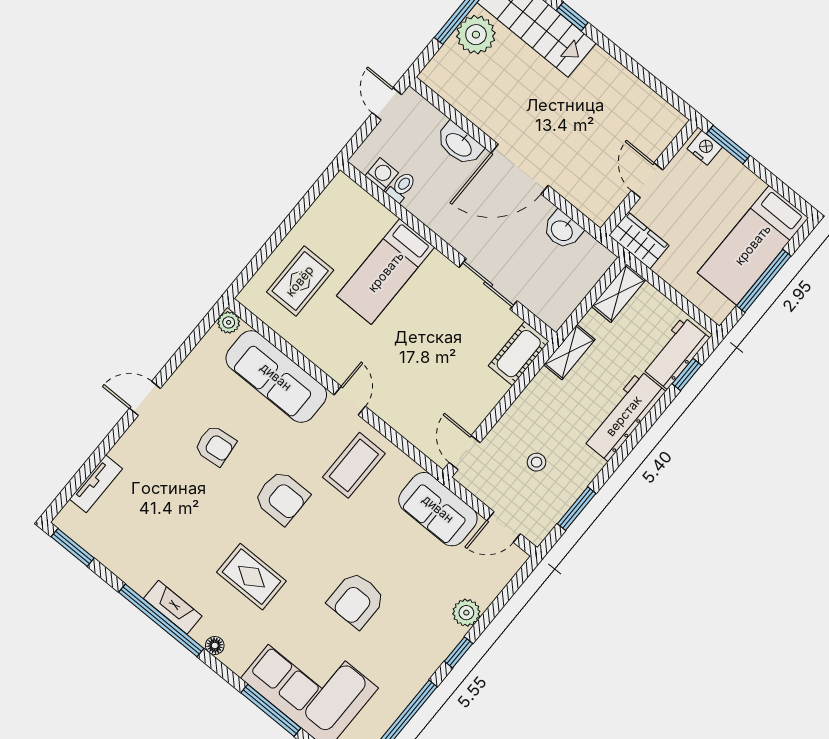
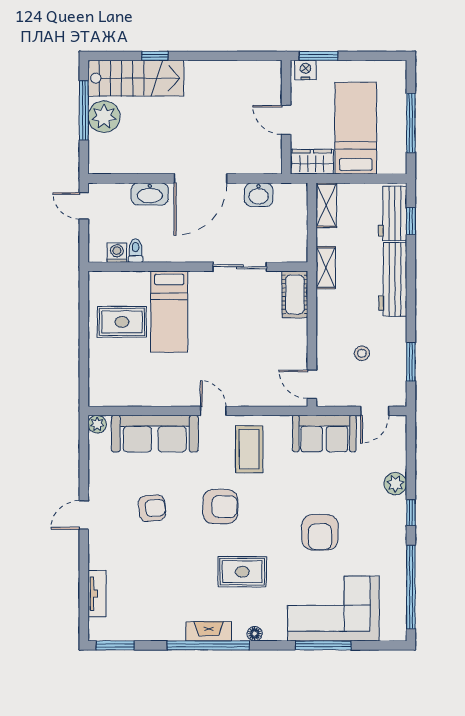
bed: (753, 245) -> (356, 128), moved, turned 180
rug: (300, 281) -> (122, 322), moved, turned 90

